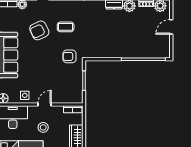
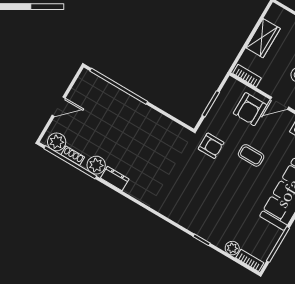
coffee table: (66, 27) -> (251, 155), moved
armchair: (39, 30) -> (250, 109), moved, turned 115

